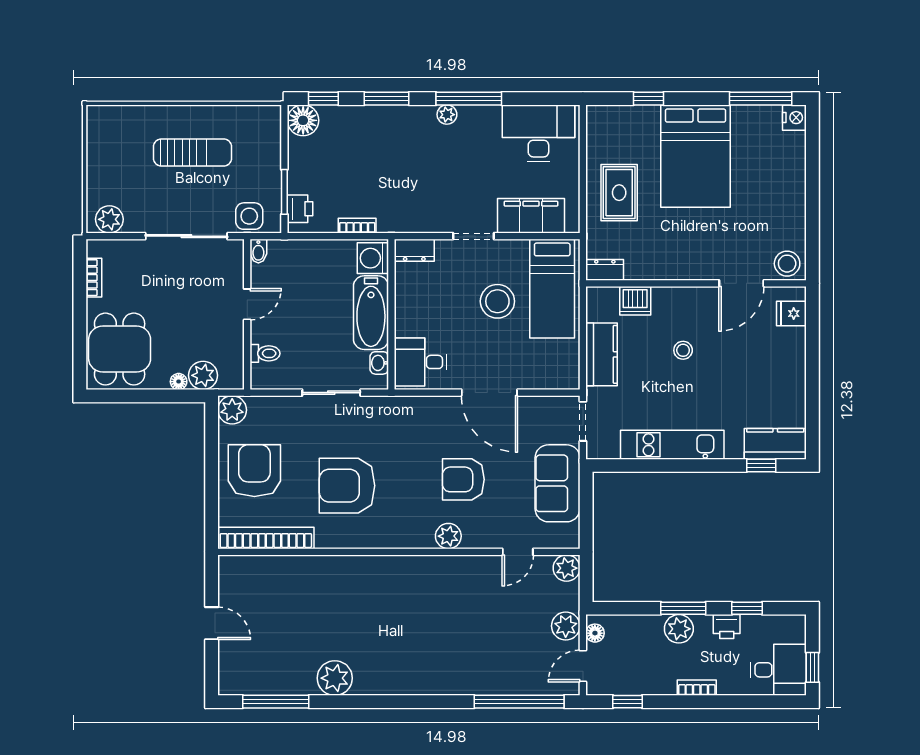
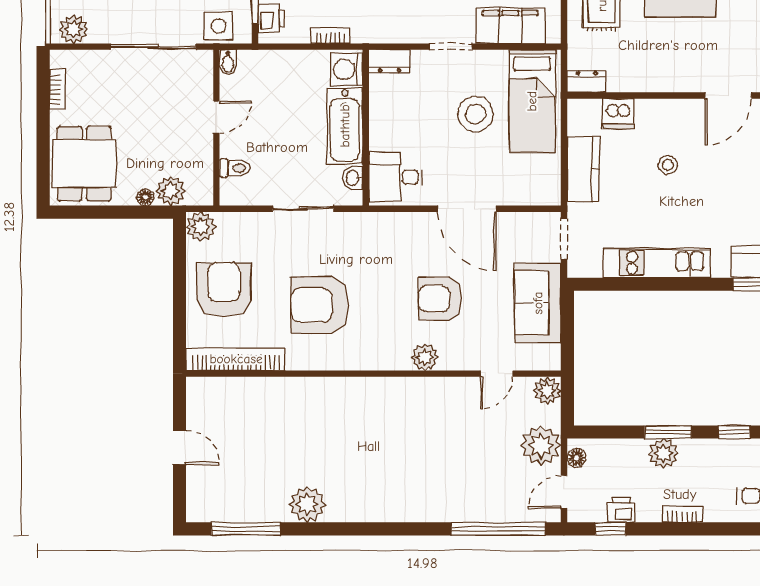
plant: (566, 626) -> (541, 445), width x1.36, depth x1.36
printer: (727, 626) -> (621, 510), moved, turned 180

